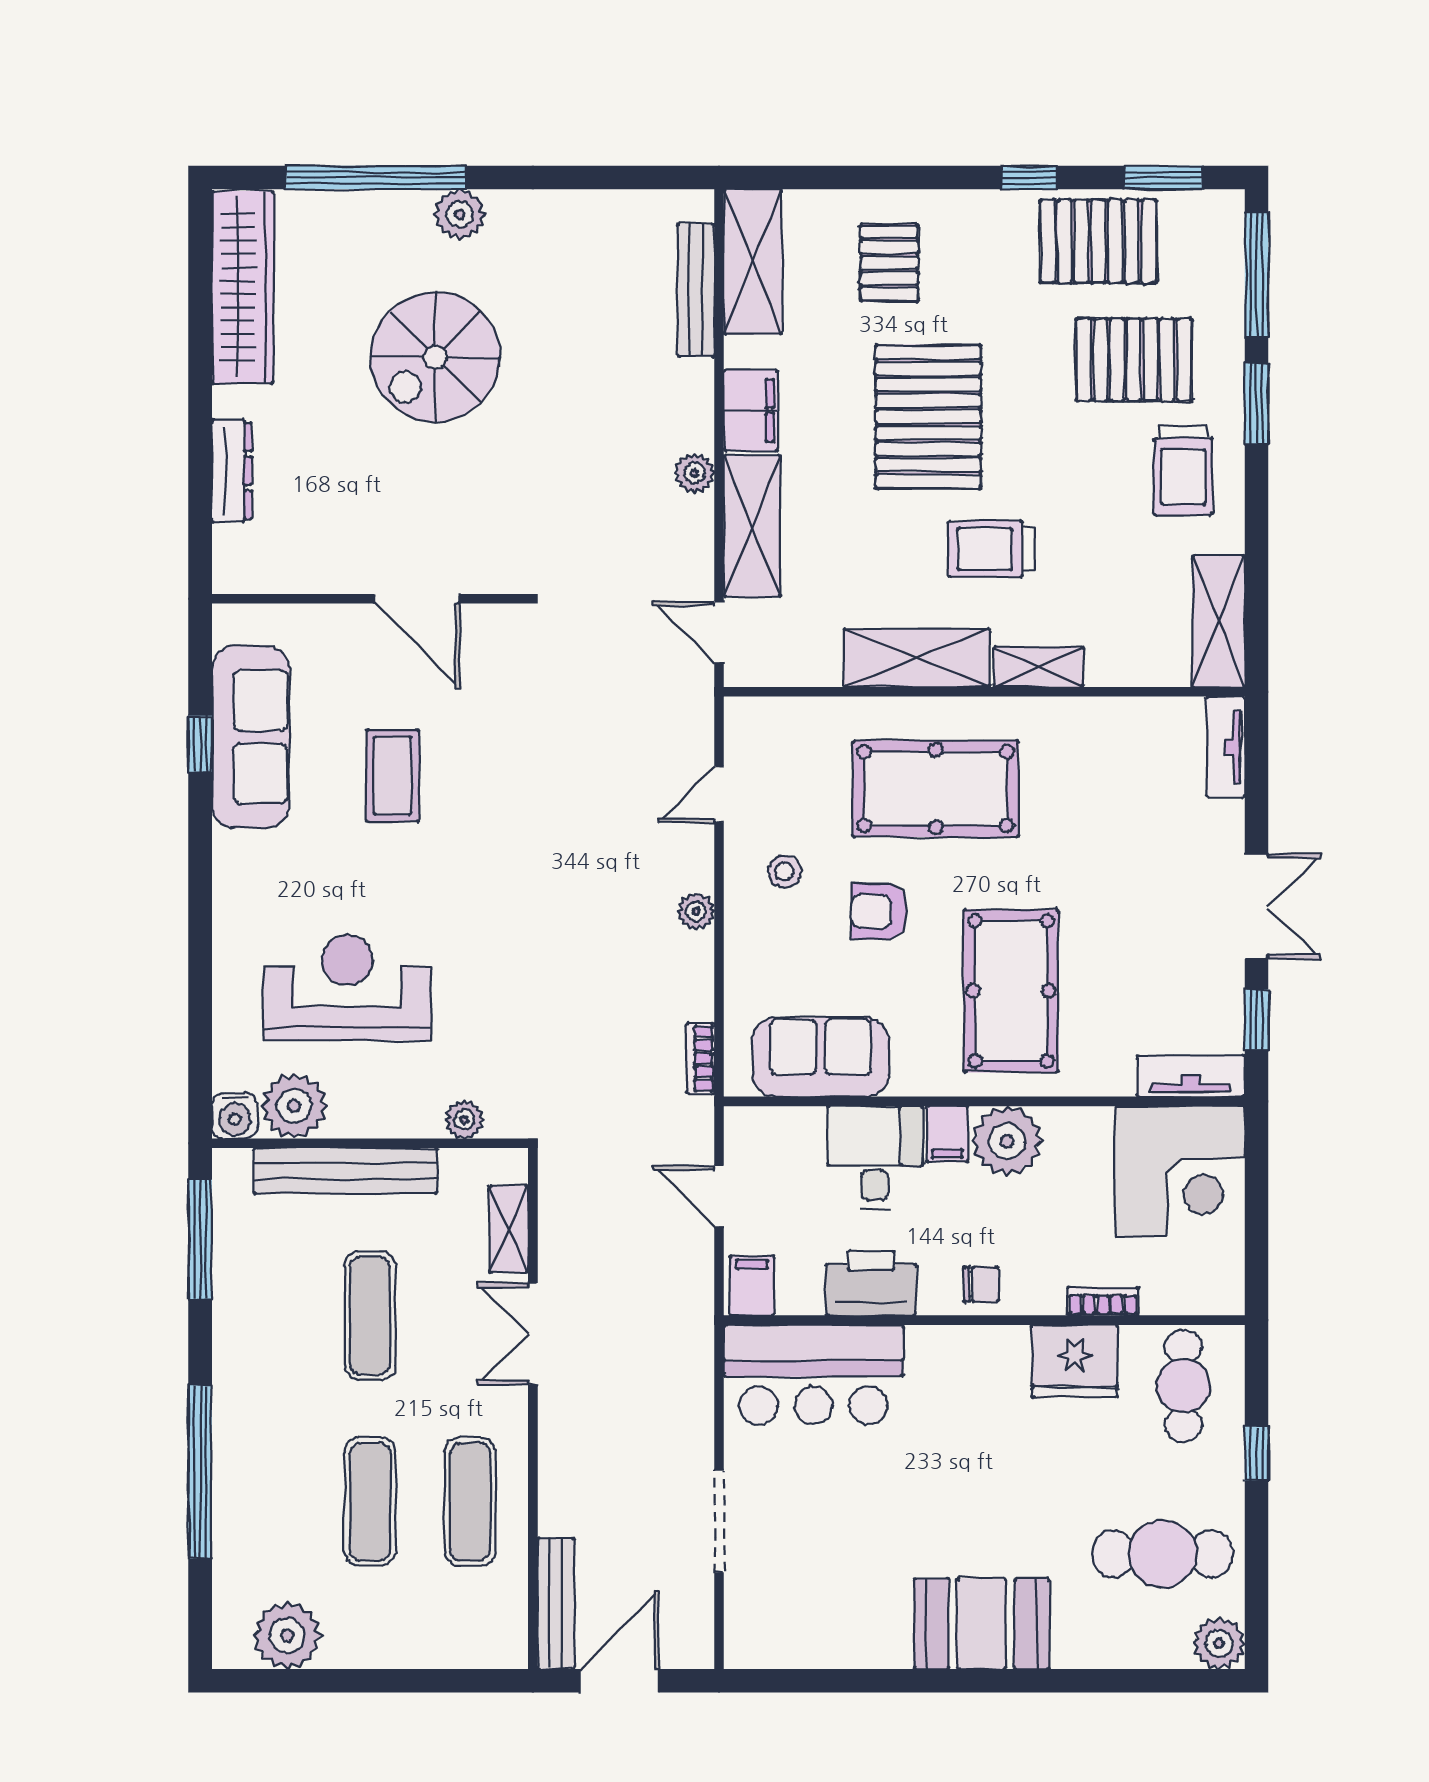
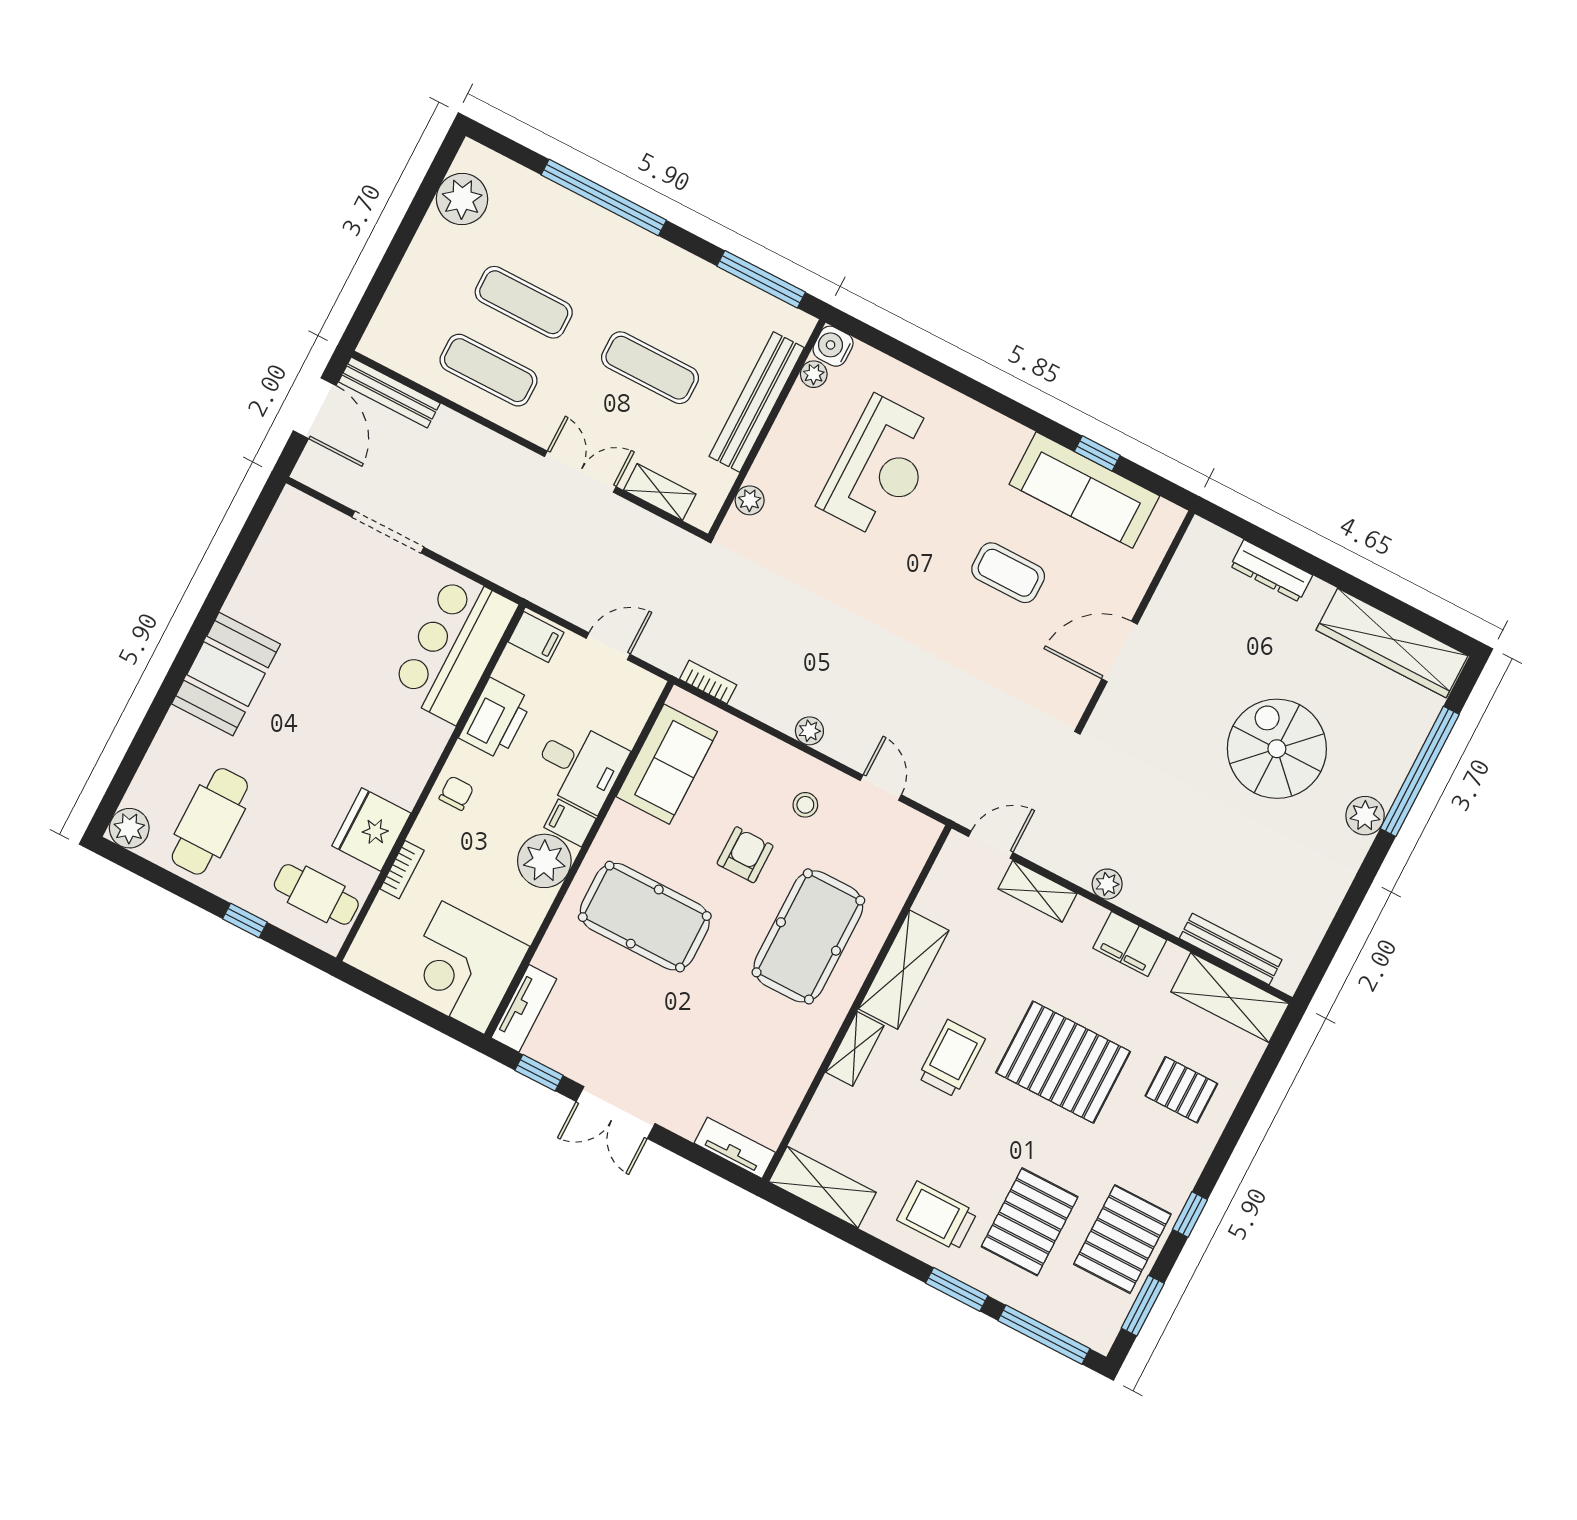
shelving: (752, 526) -> (1037, 891), width x0.67, depth x0.75
plant: (294, 1106) -> (814, 374), width x0.53, depth x0.53
chair: (981, 1284) -> (456, 793), turned 180

